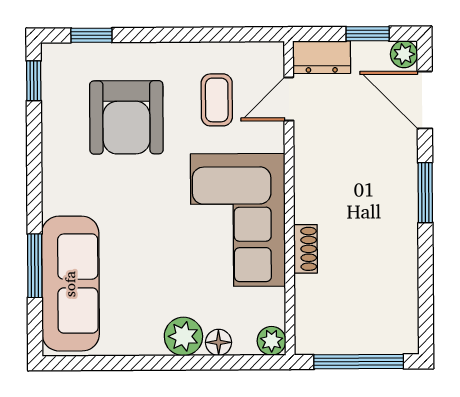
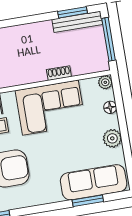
window: (425, 193) -> (72, 12), moved
bench: (405, 304) -> (77, 22), added
plant: (183, 336) -> (112, 138), moved

